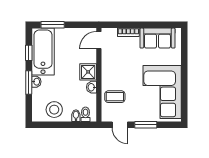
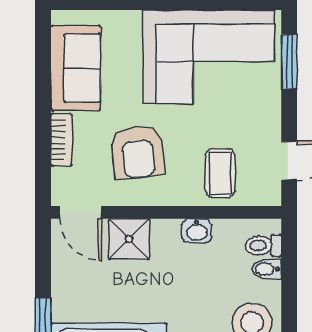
armchair: (123, 63) -> (138, 152), added
shower: (88, 72) -> (129, 239), moved
window: (146, 125) -> (289, 62), moved

